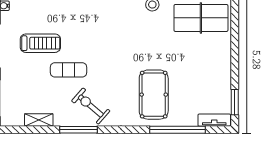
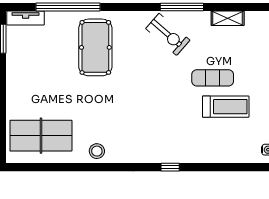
treadmill: (40, 43) -> (226, 107), turned 180
exercise mat: (69, 70) -> (213, 78), moved

